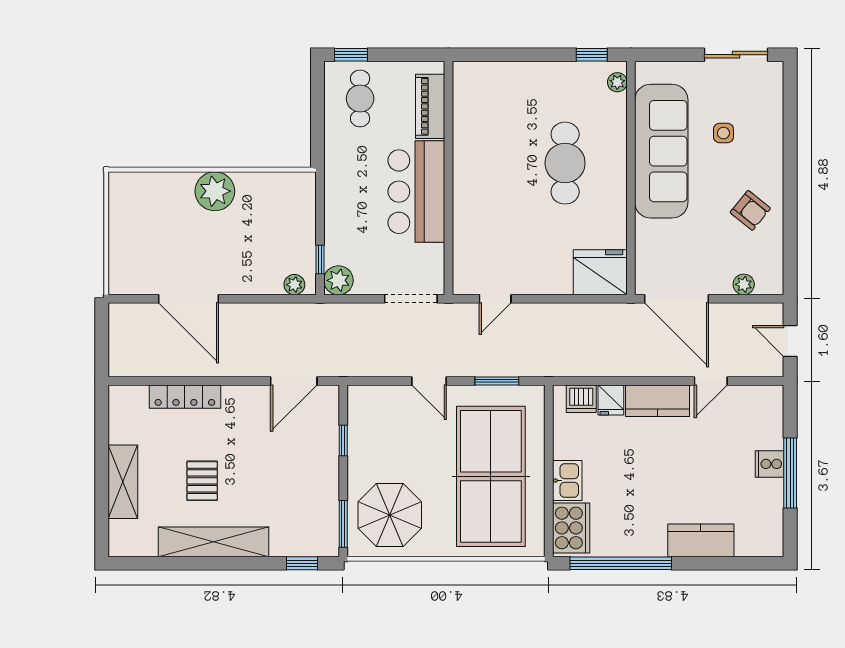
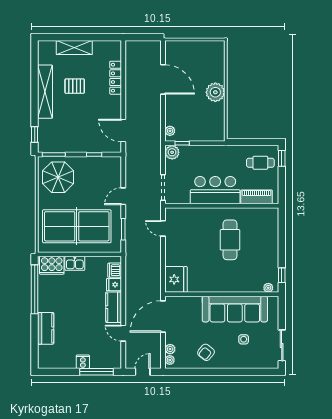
cafe table: (565, 163) -> (230, 240), moved, turned 90
plant: (766, 285) -> (170, 360), added
door: (188, 299) -> (163, 79), swing flipped
window: (790, 473) -> (97, 372), moved

